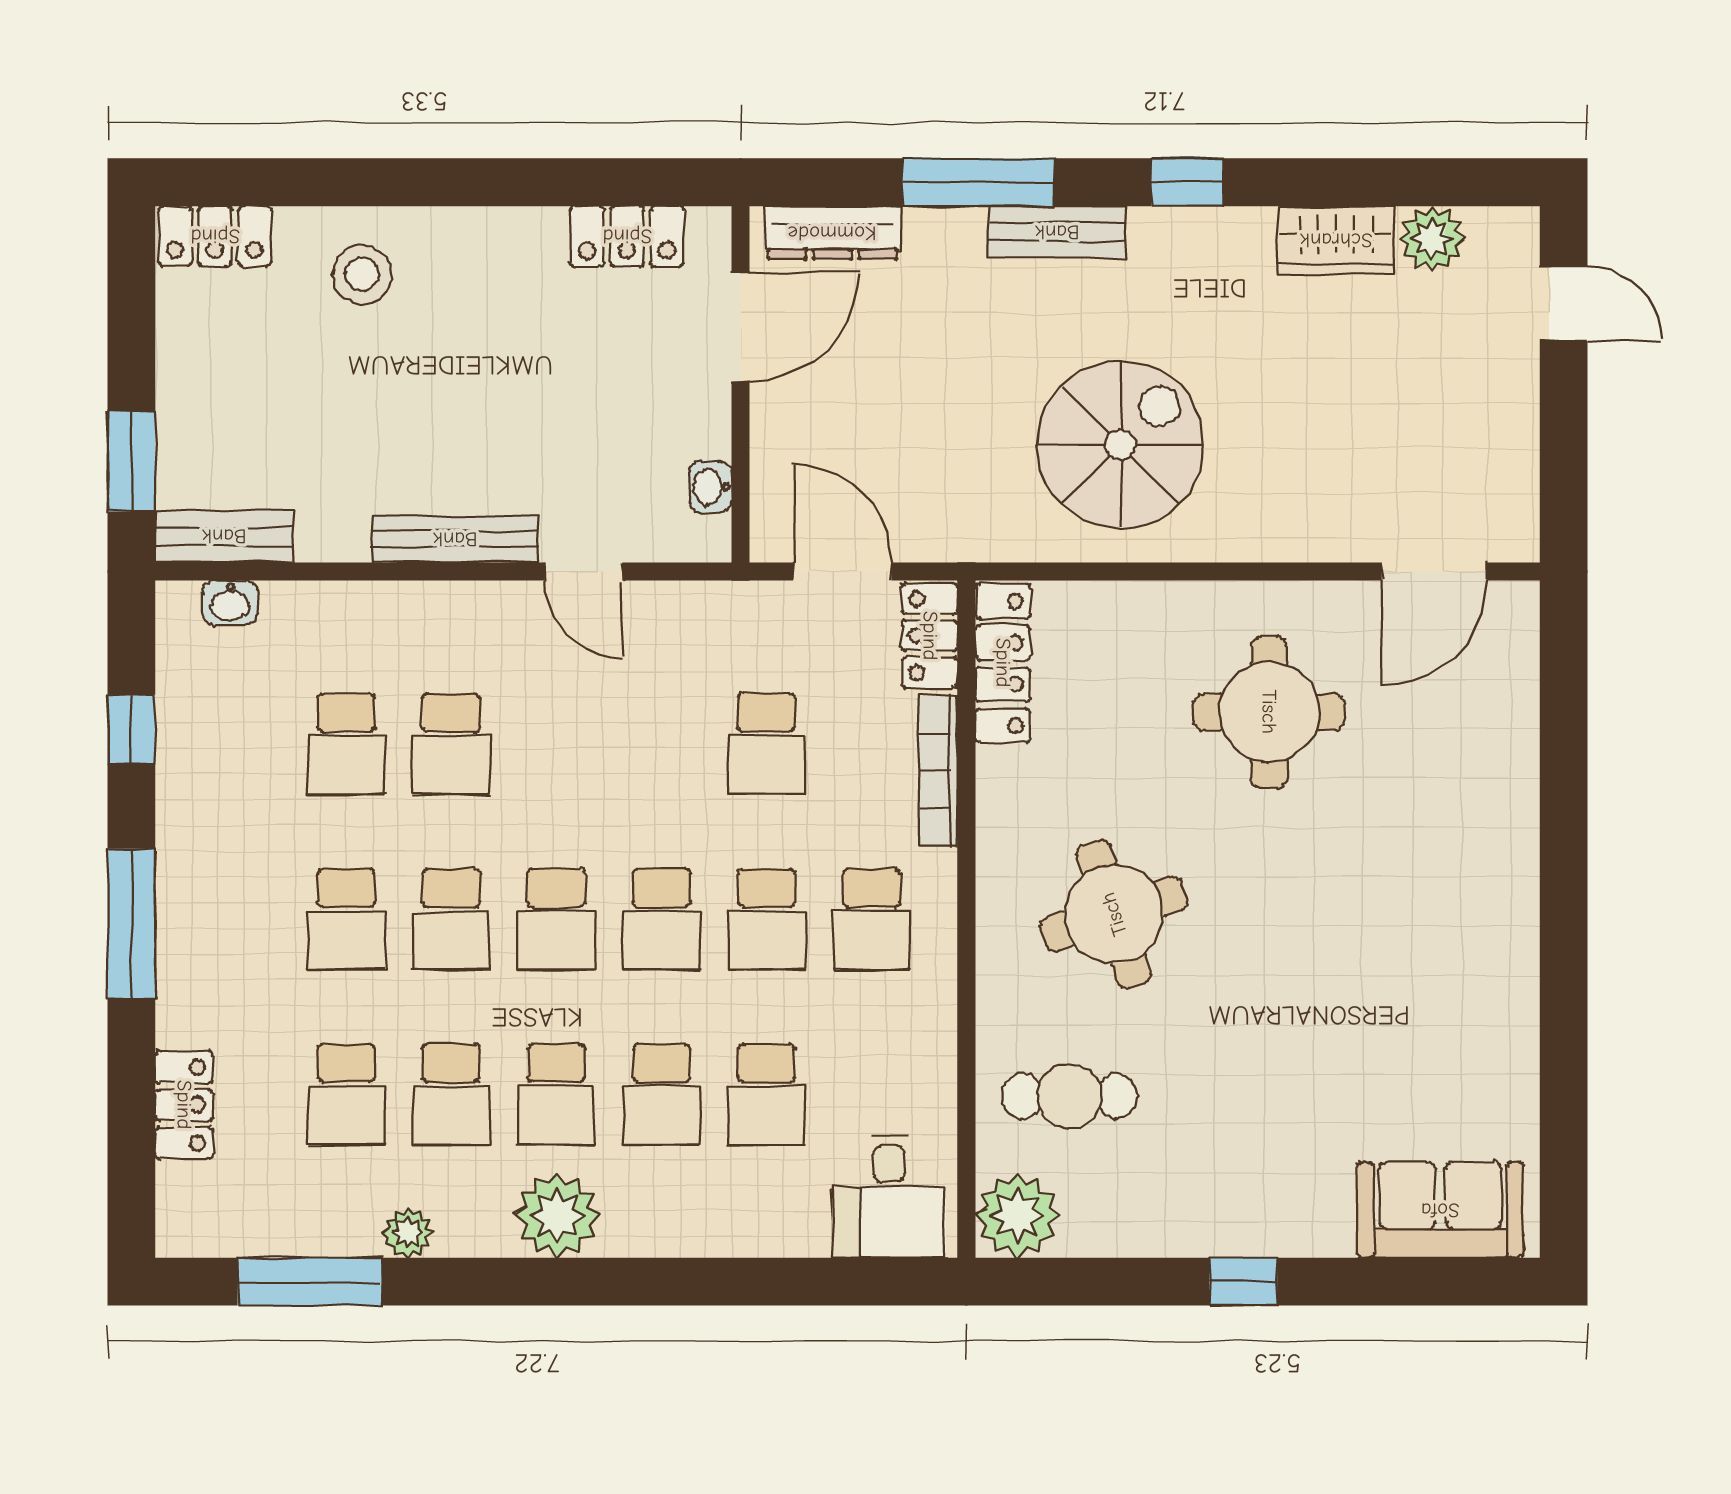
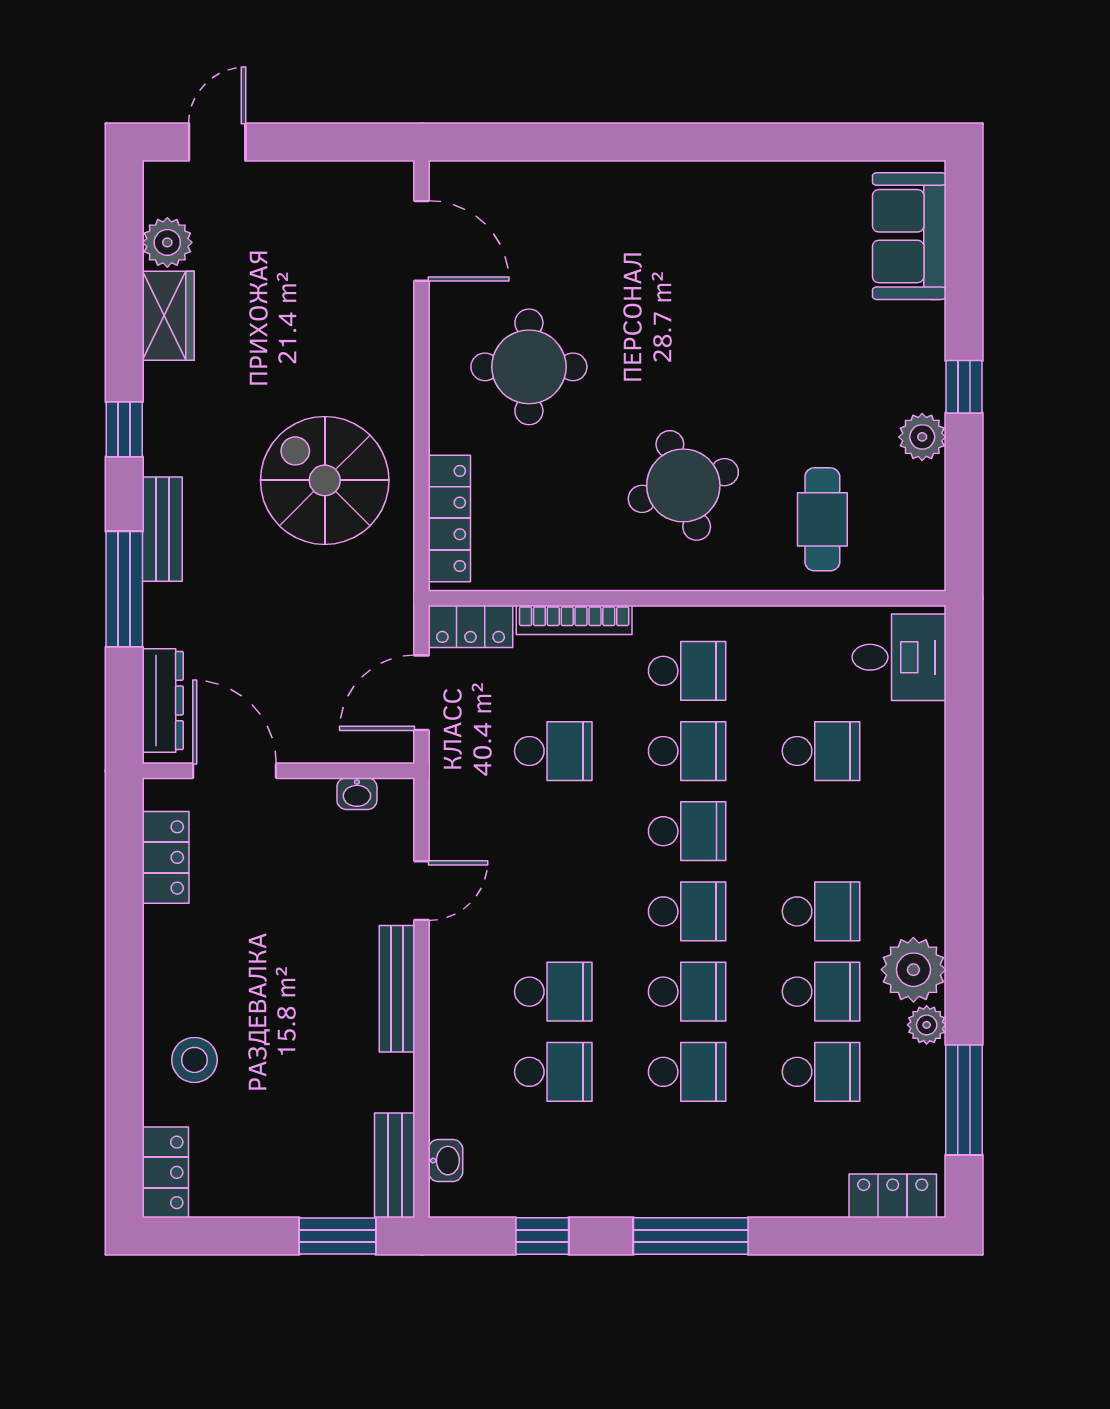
locker: (1003, 663) -> (449, 518), moved, turned 90
school desk: (661, 1094) -> (821, 831), removed
locker: (184, 1105) -> (893, 1196), moved
plant: (558, 1215) -> (913, 970), moved
plant: (1017, 1216) -> (922, 437), moved, width x0.73, depth x0.73

